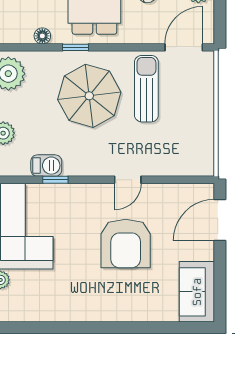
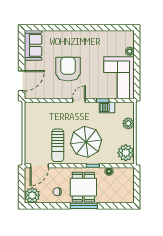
door: (128, 180) -> (79, 100), moved

